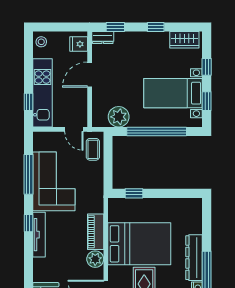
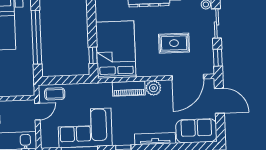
plant: (119, 117) -> (25, 72), removed
tv unit: (39, 235) -> (155, 139), moved
bed: (139, 244) -> (116, 50), moved

